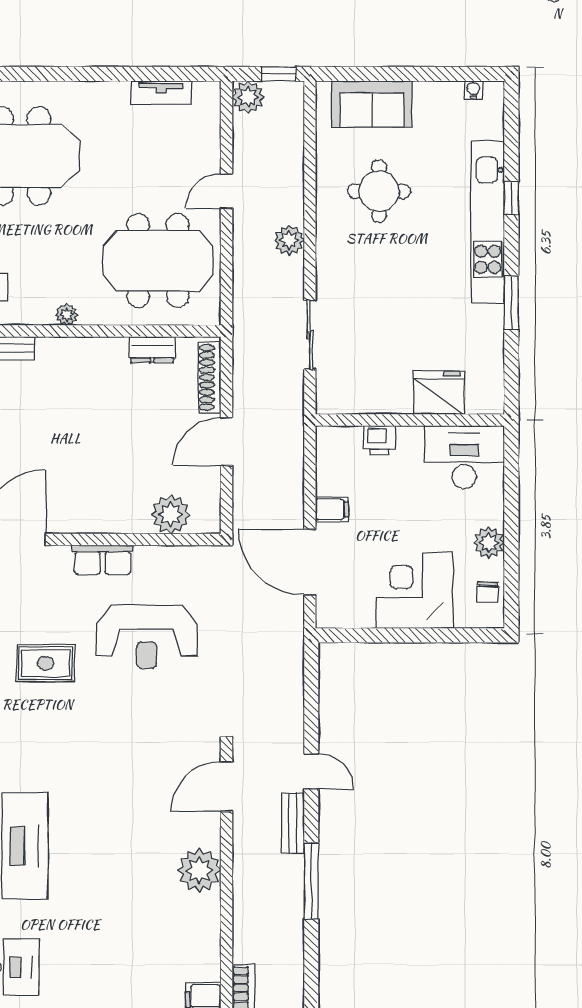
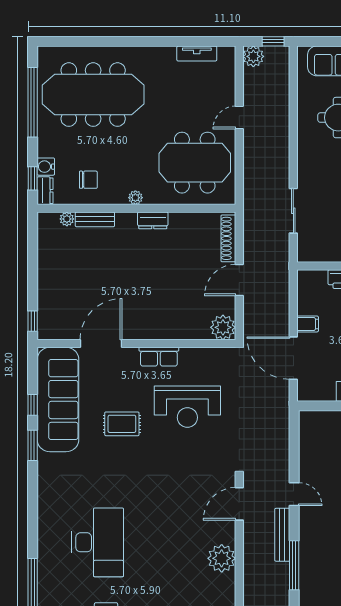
plant: (289, 240) -> (280, 149), removed
dresser: (152, 350) -> (153, 220), moved
plant: (171, 515) -> (223, 327), moved
bench: (293, 823) -> (282, 535), width x1.36

